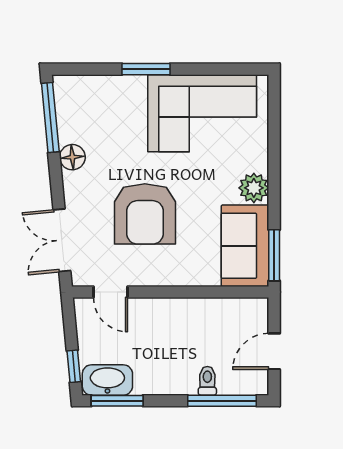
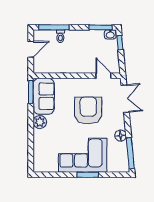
corner sofa: (202, 113) -> (83, 155), moved
washbasin: (107, 380) -> (110, 34), width x0.52, depth x0.69

